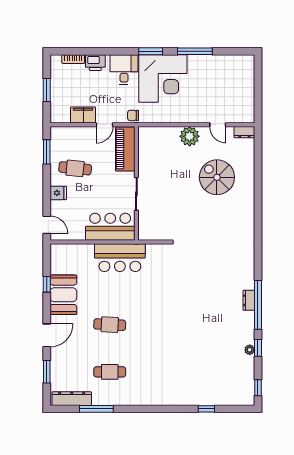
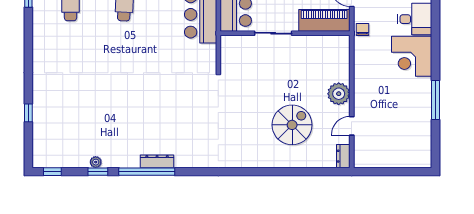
window: (151, 51) -> (435, 49), removed
corner desk: (163, 79) -> (412, 56), width x0.74, depth x0.74
dresser: (249, 300) -> (157, 161), width x1.44

